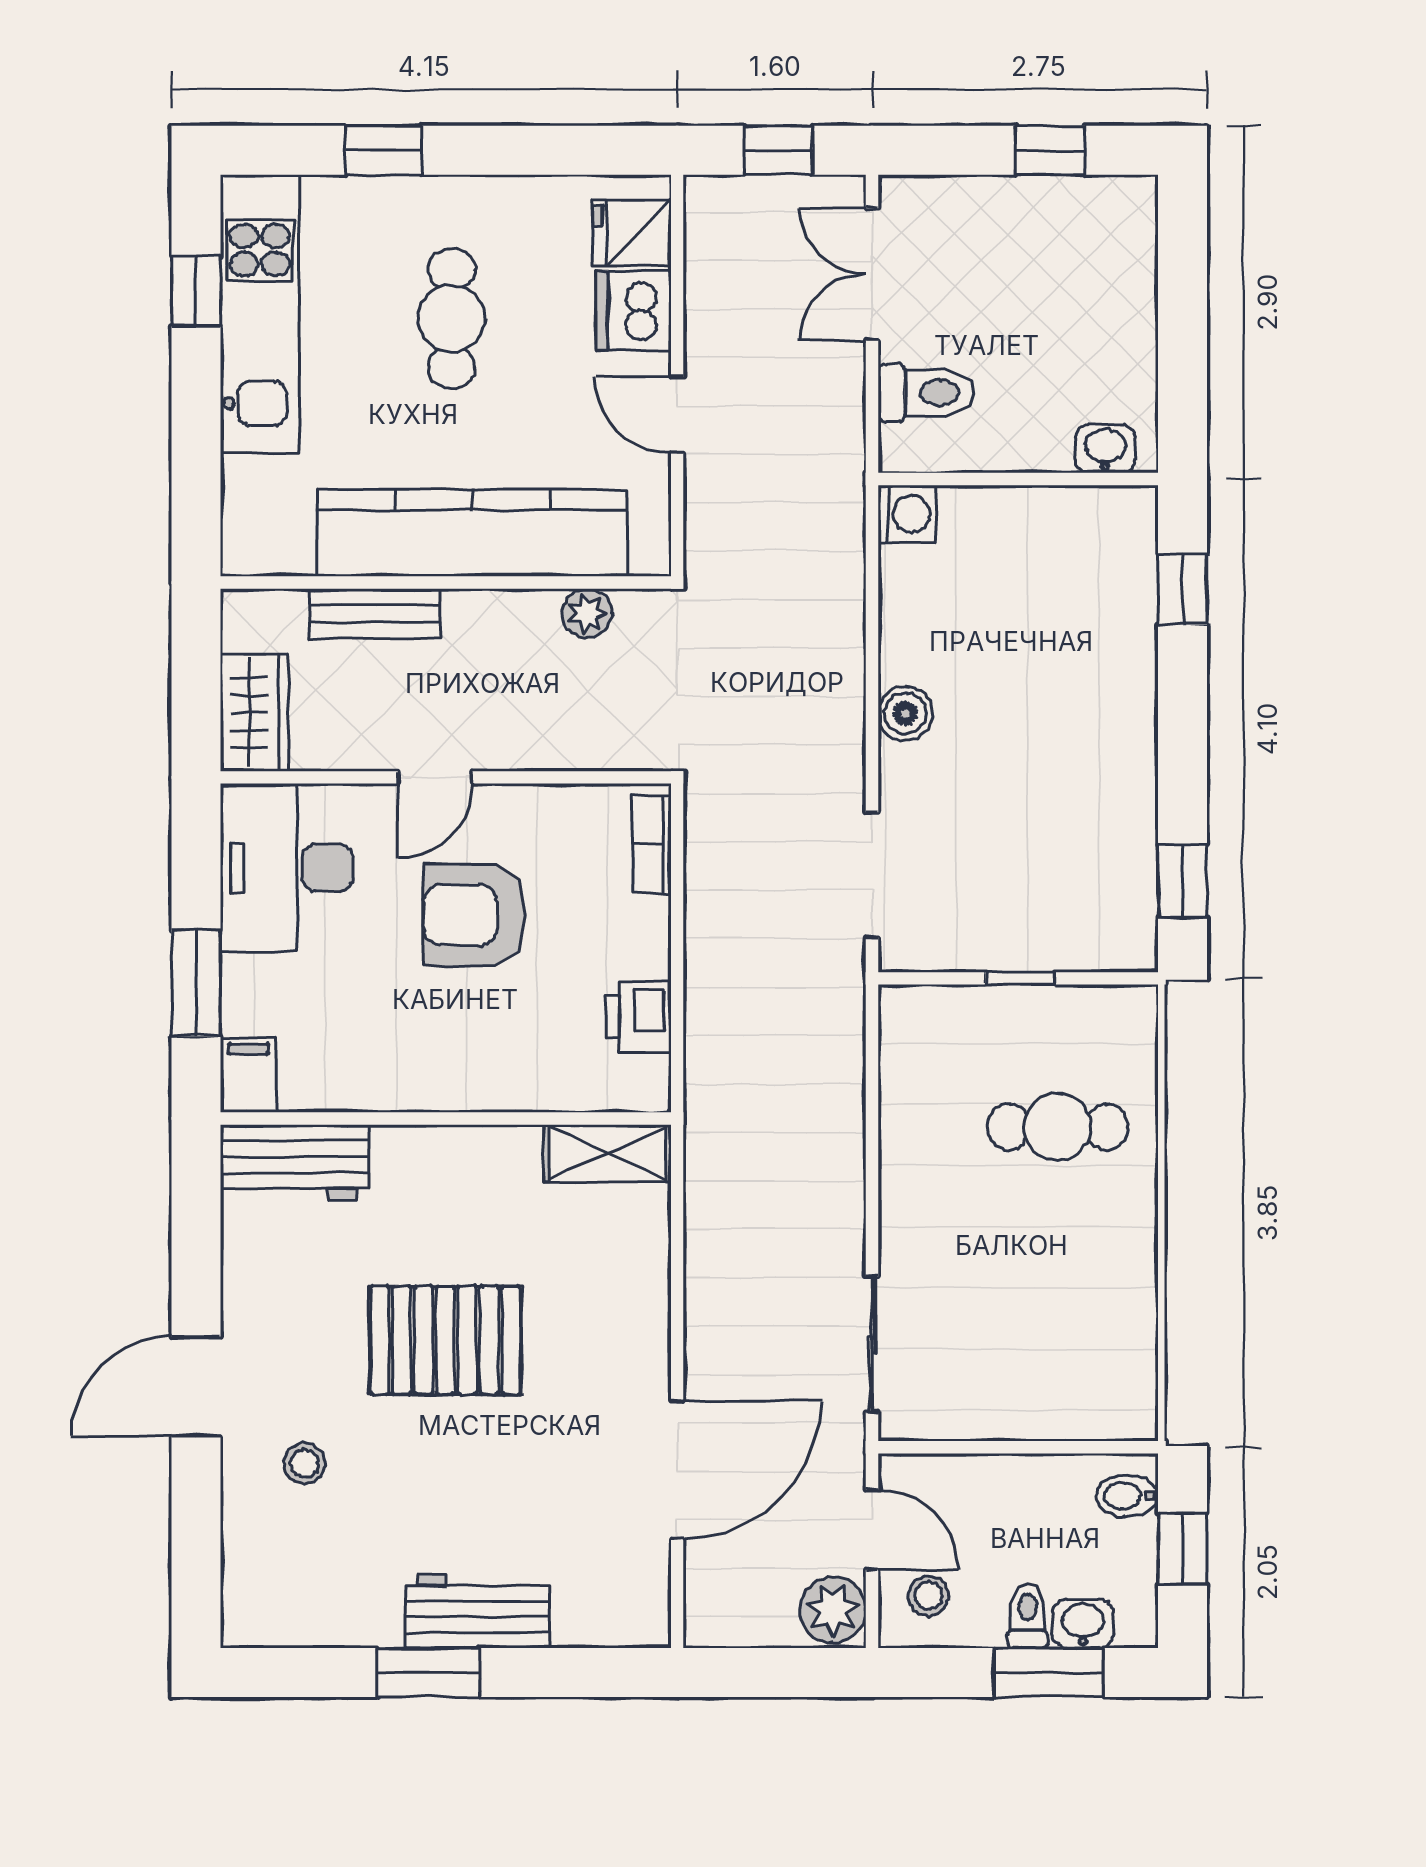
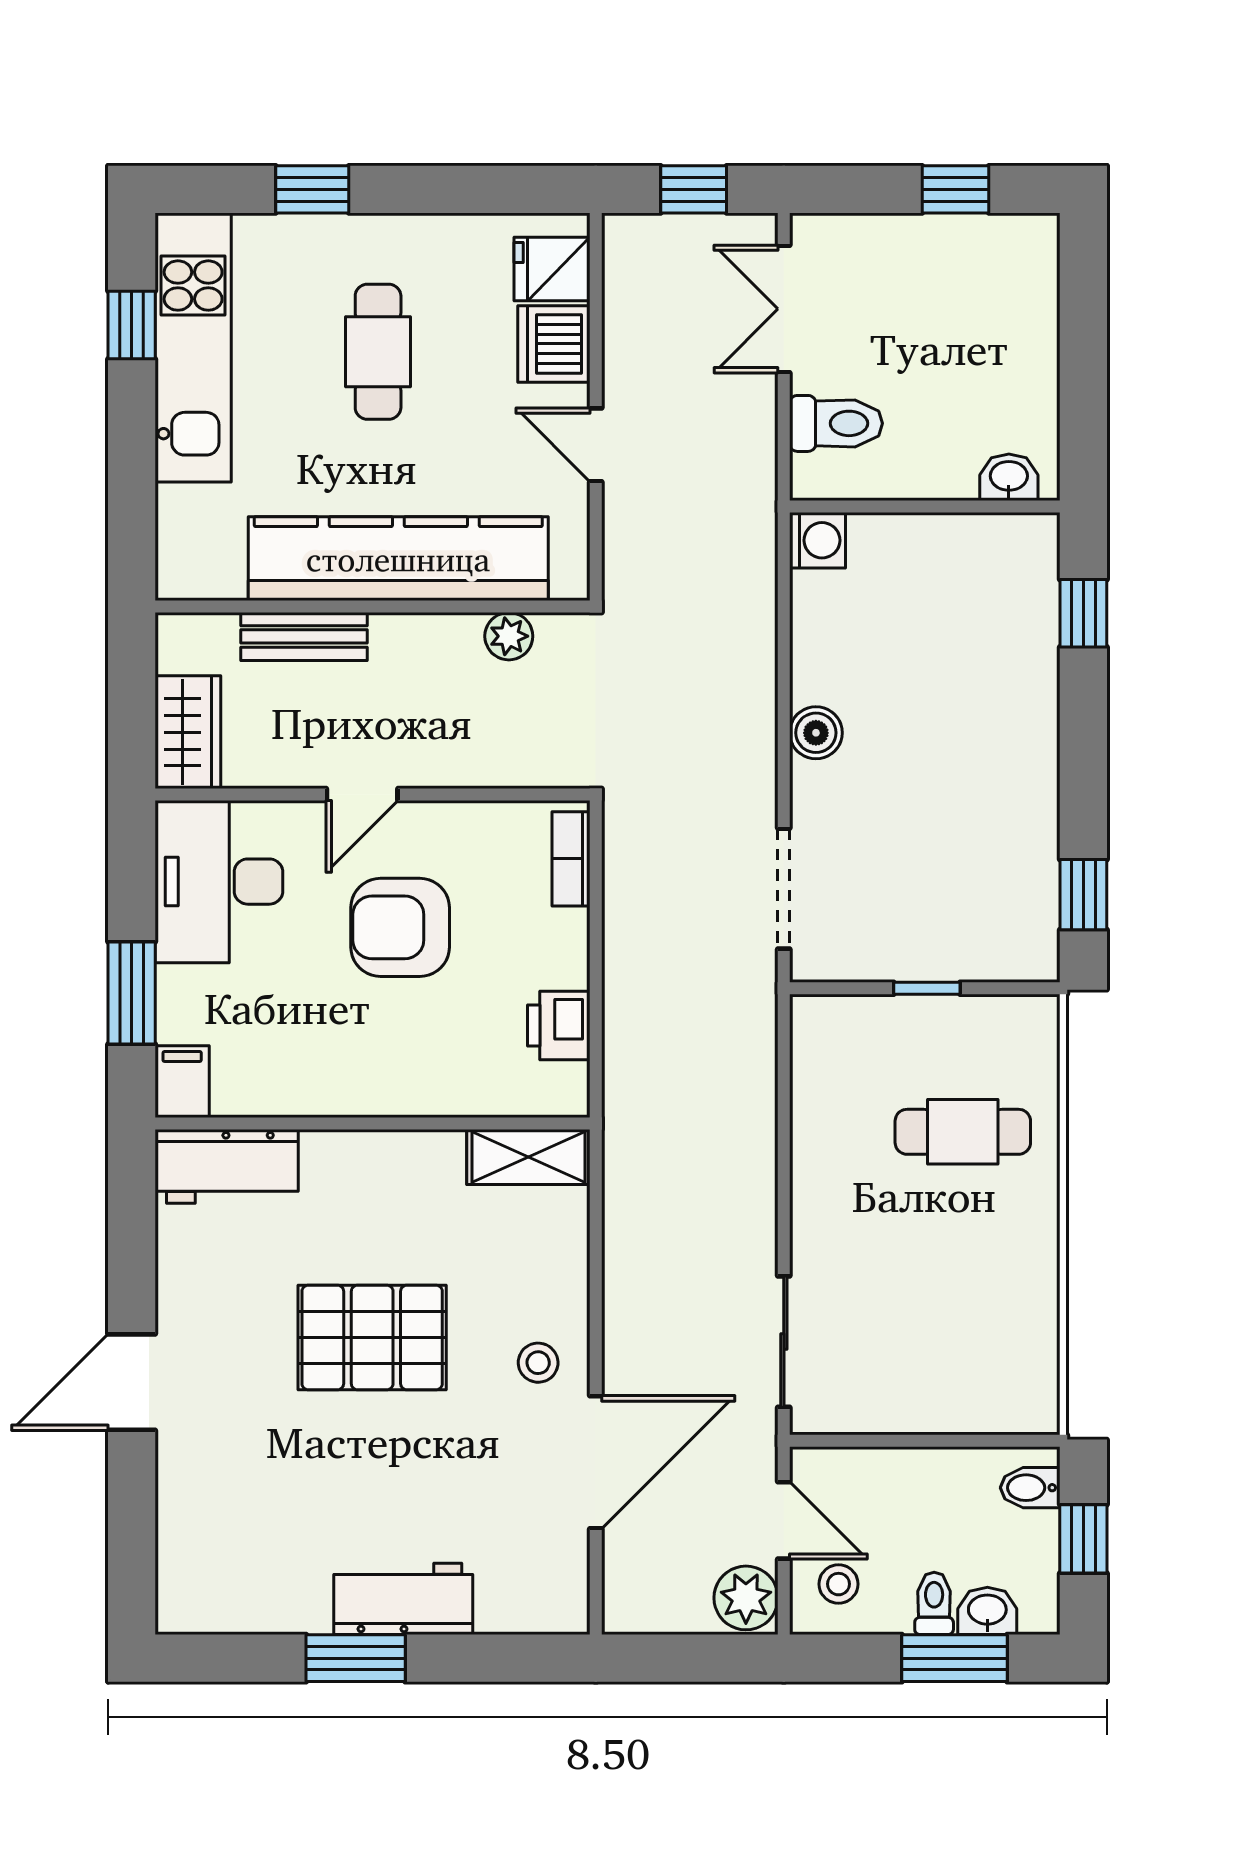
stool: (304, 1463) -> (538, 1363), moved

